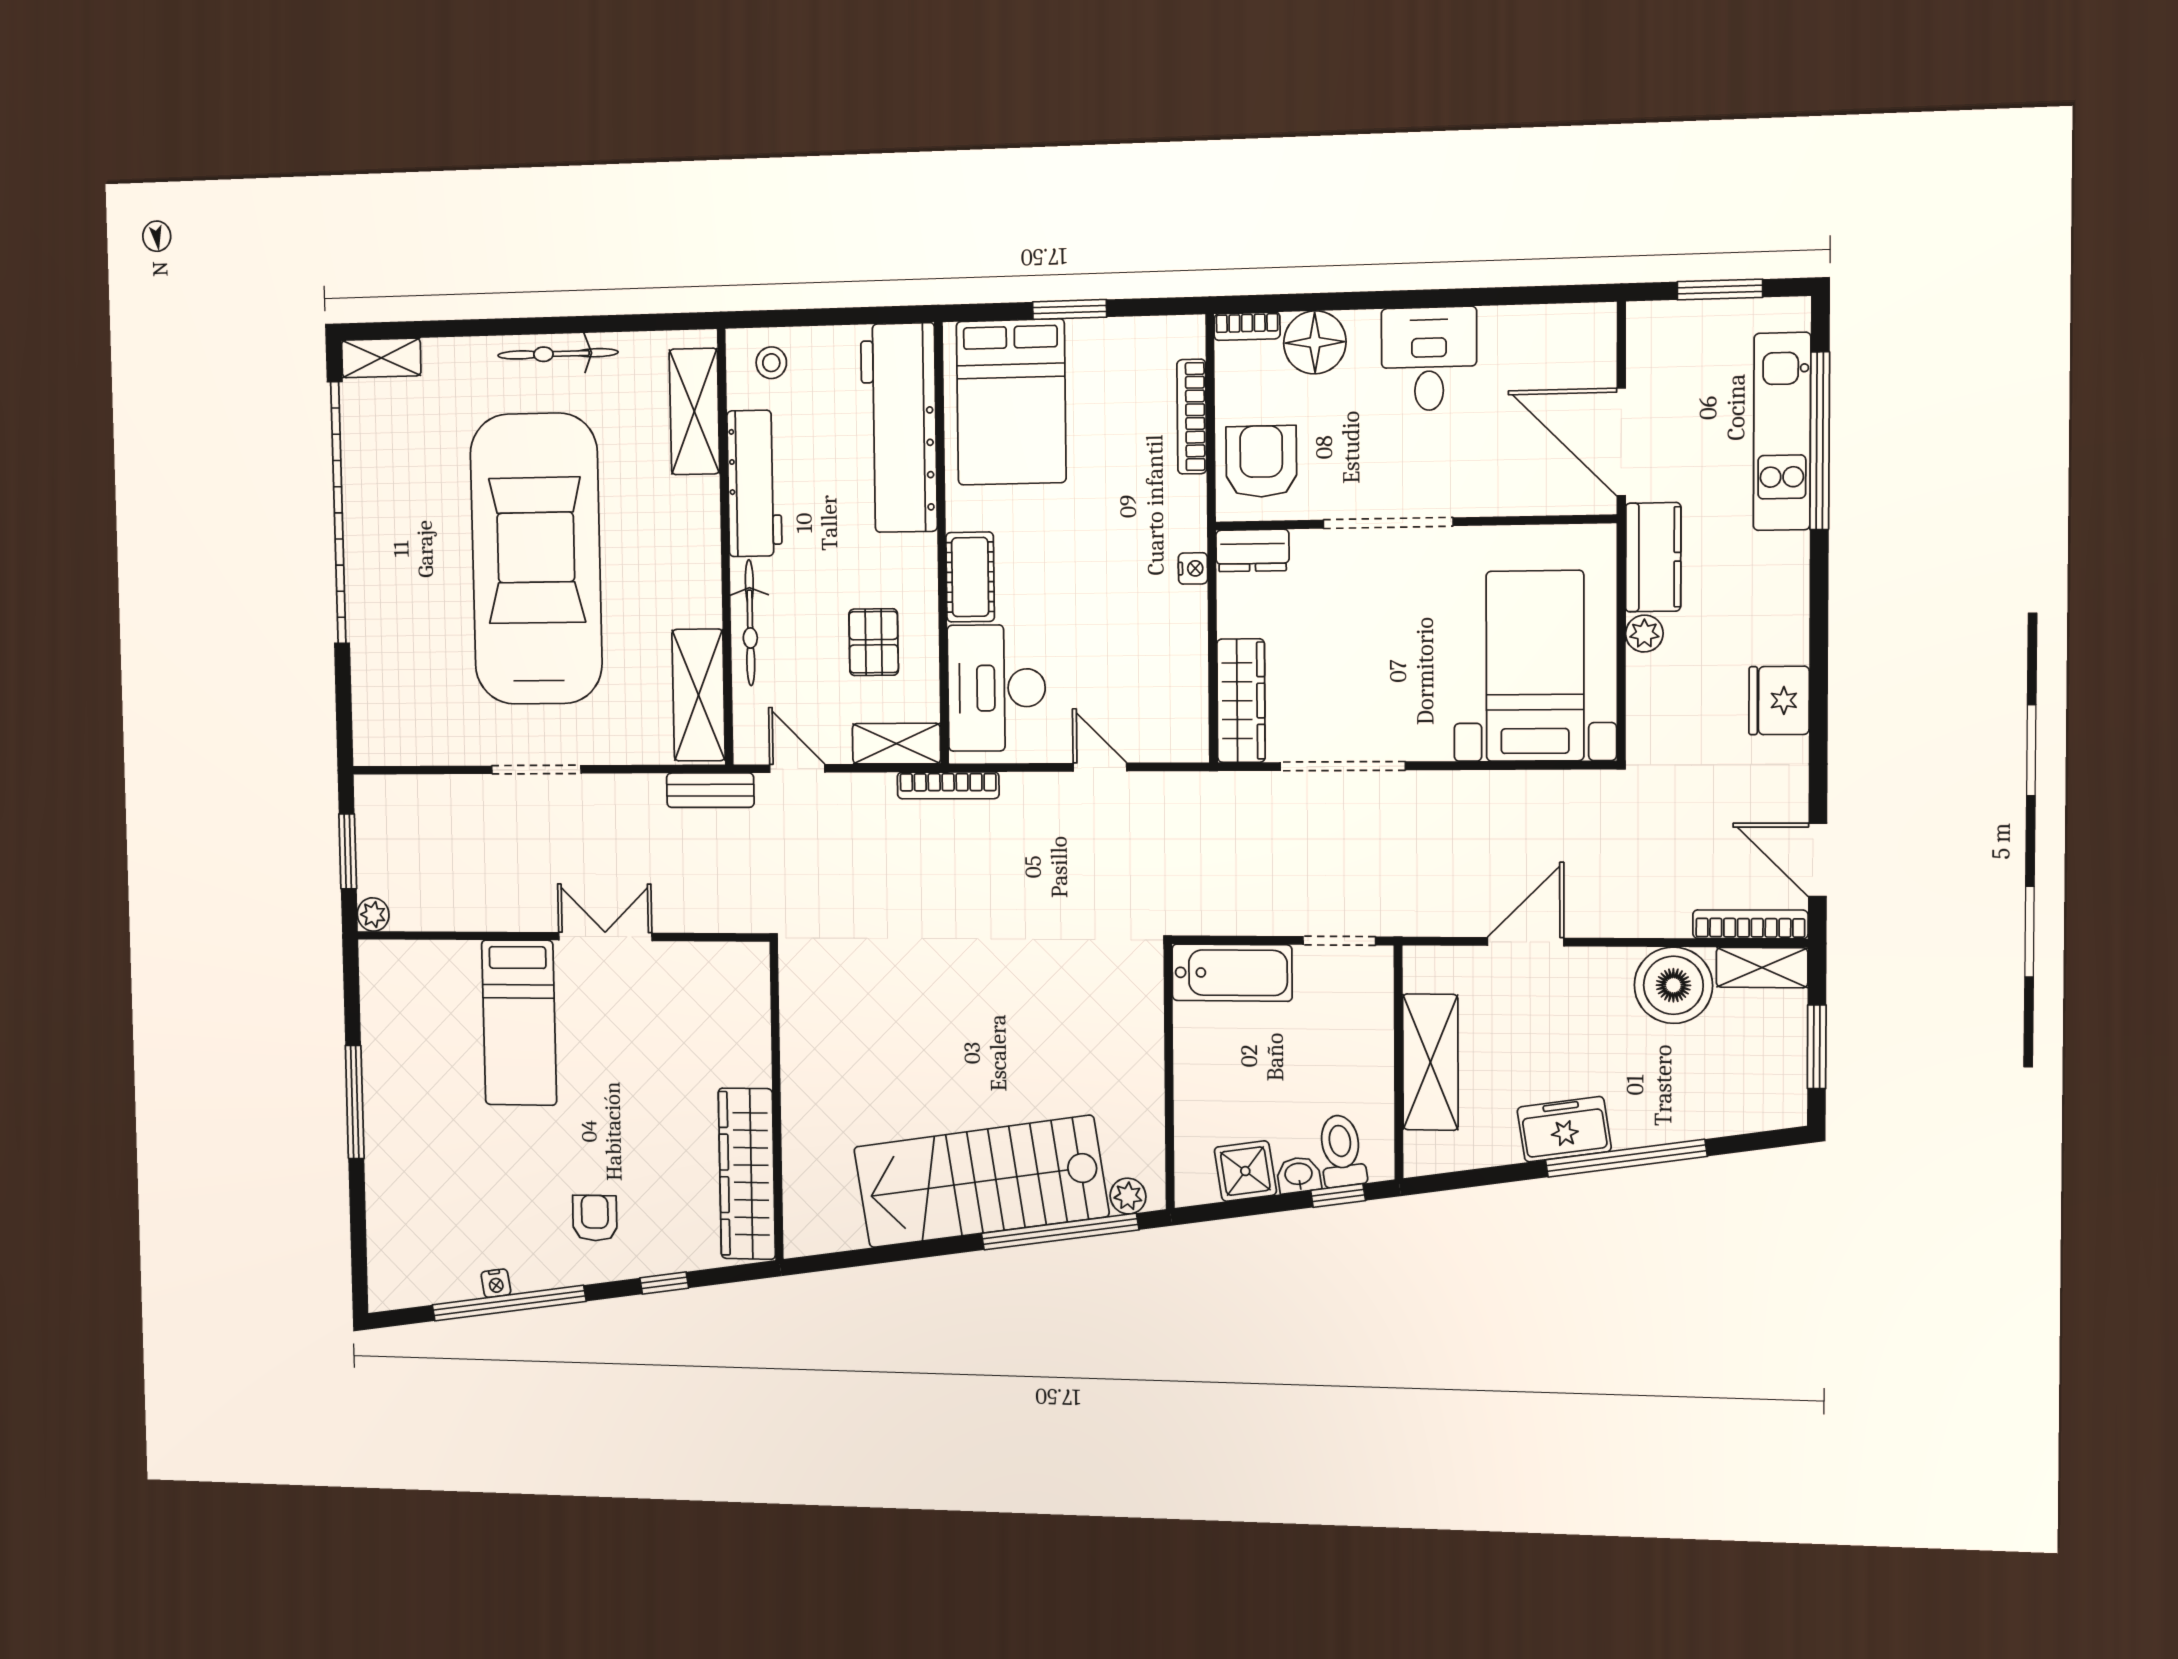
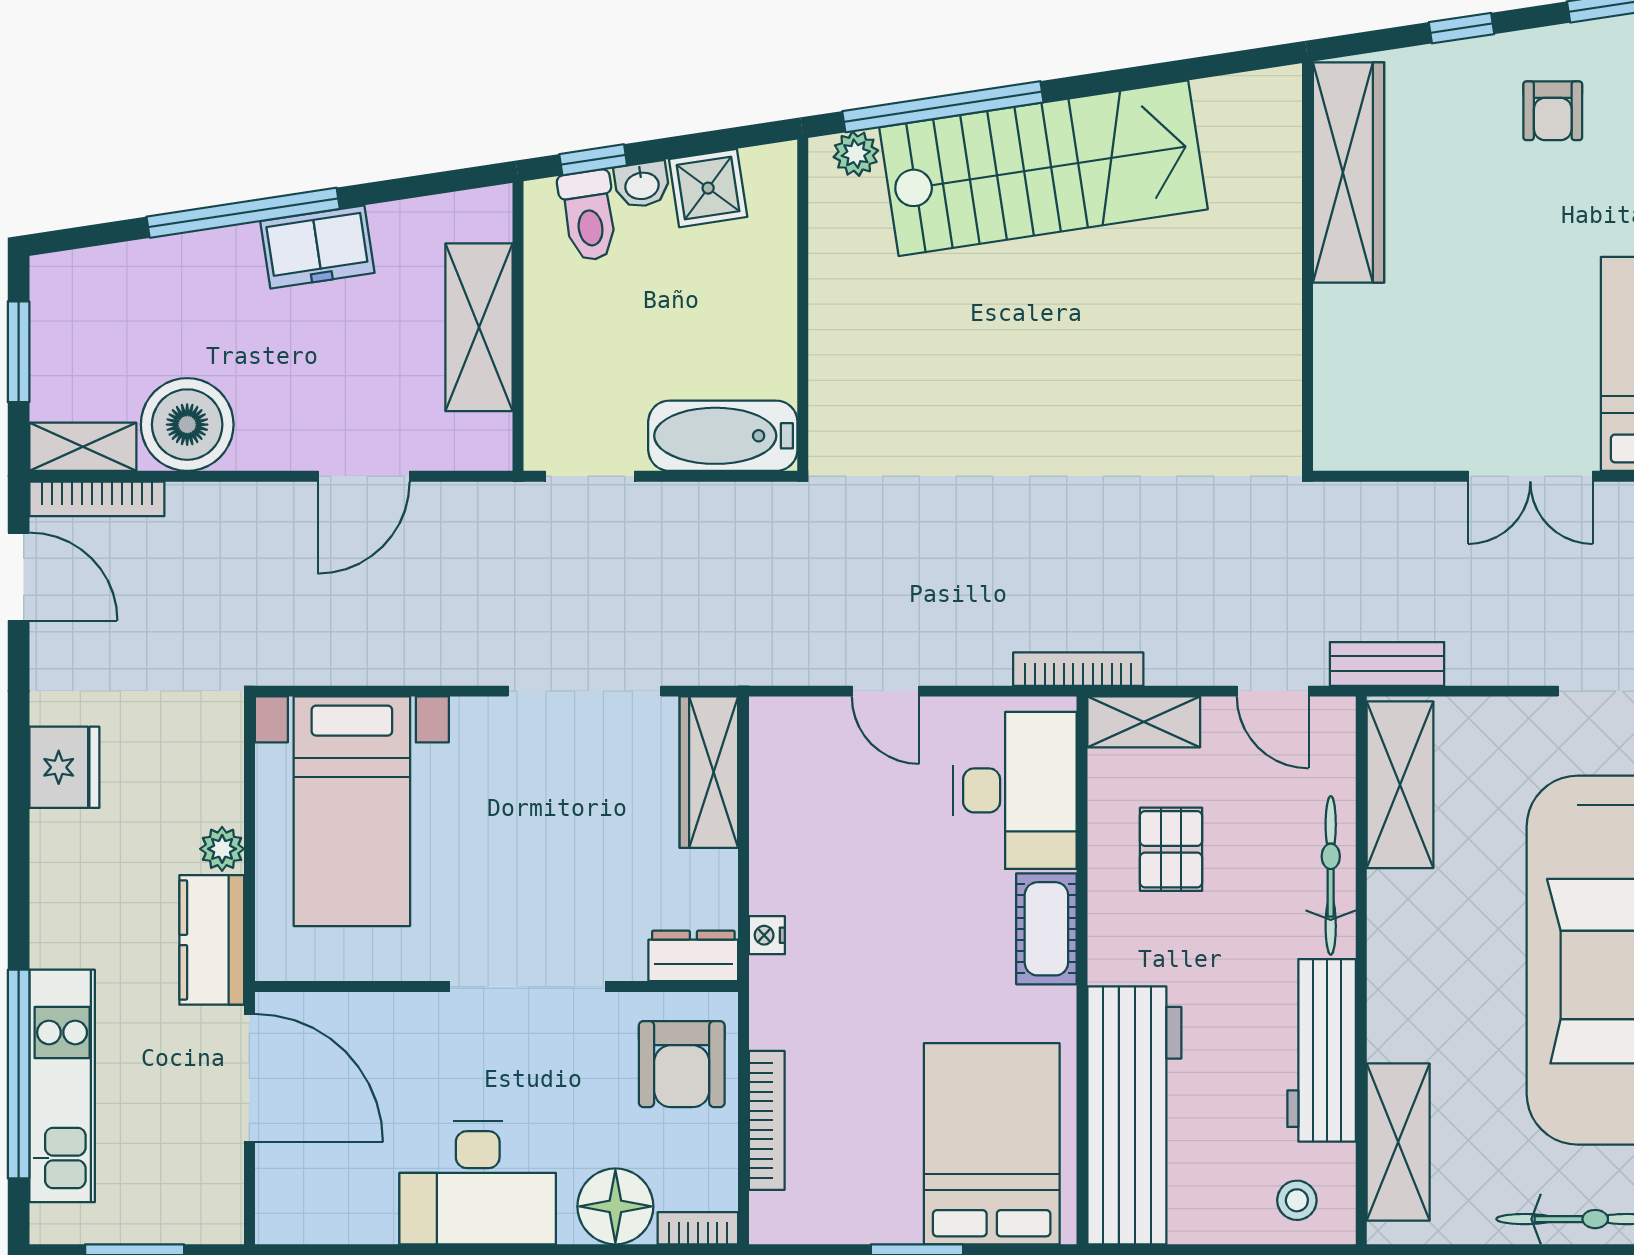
desk: (1429, 359) -> (478, 1183), width x1.37

